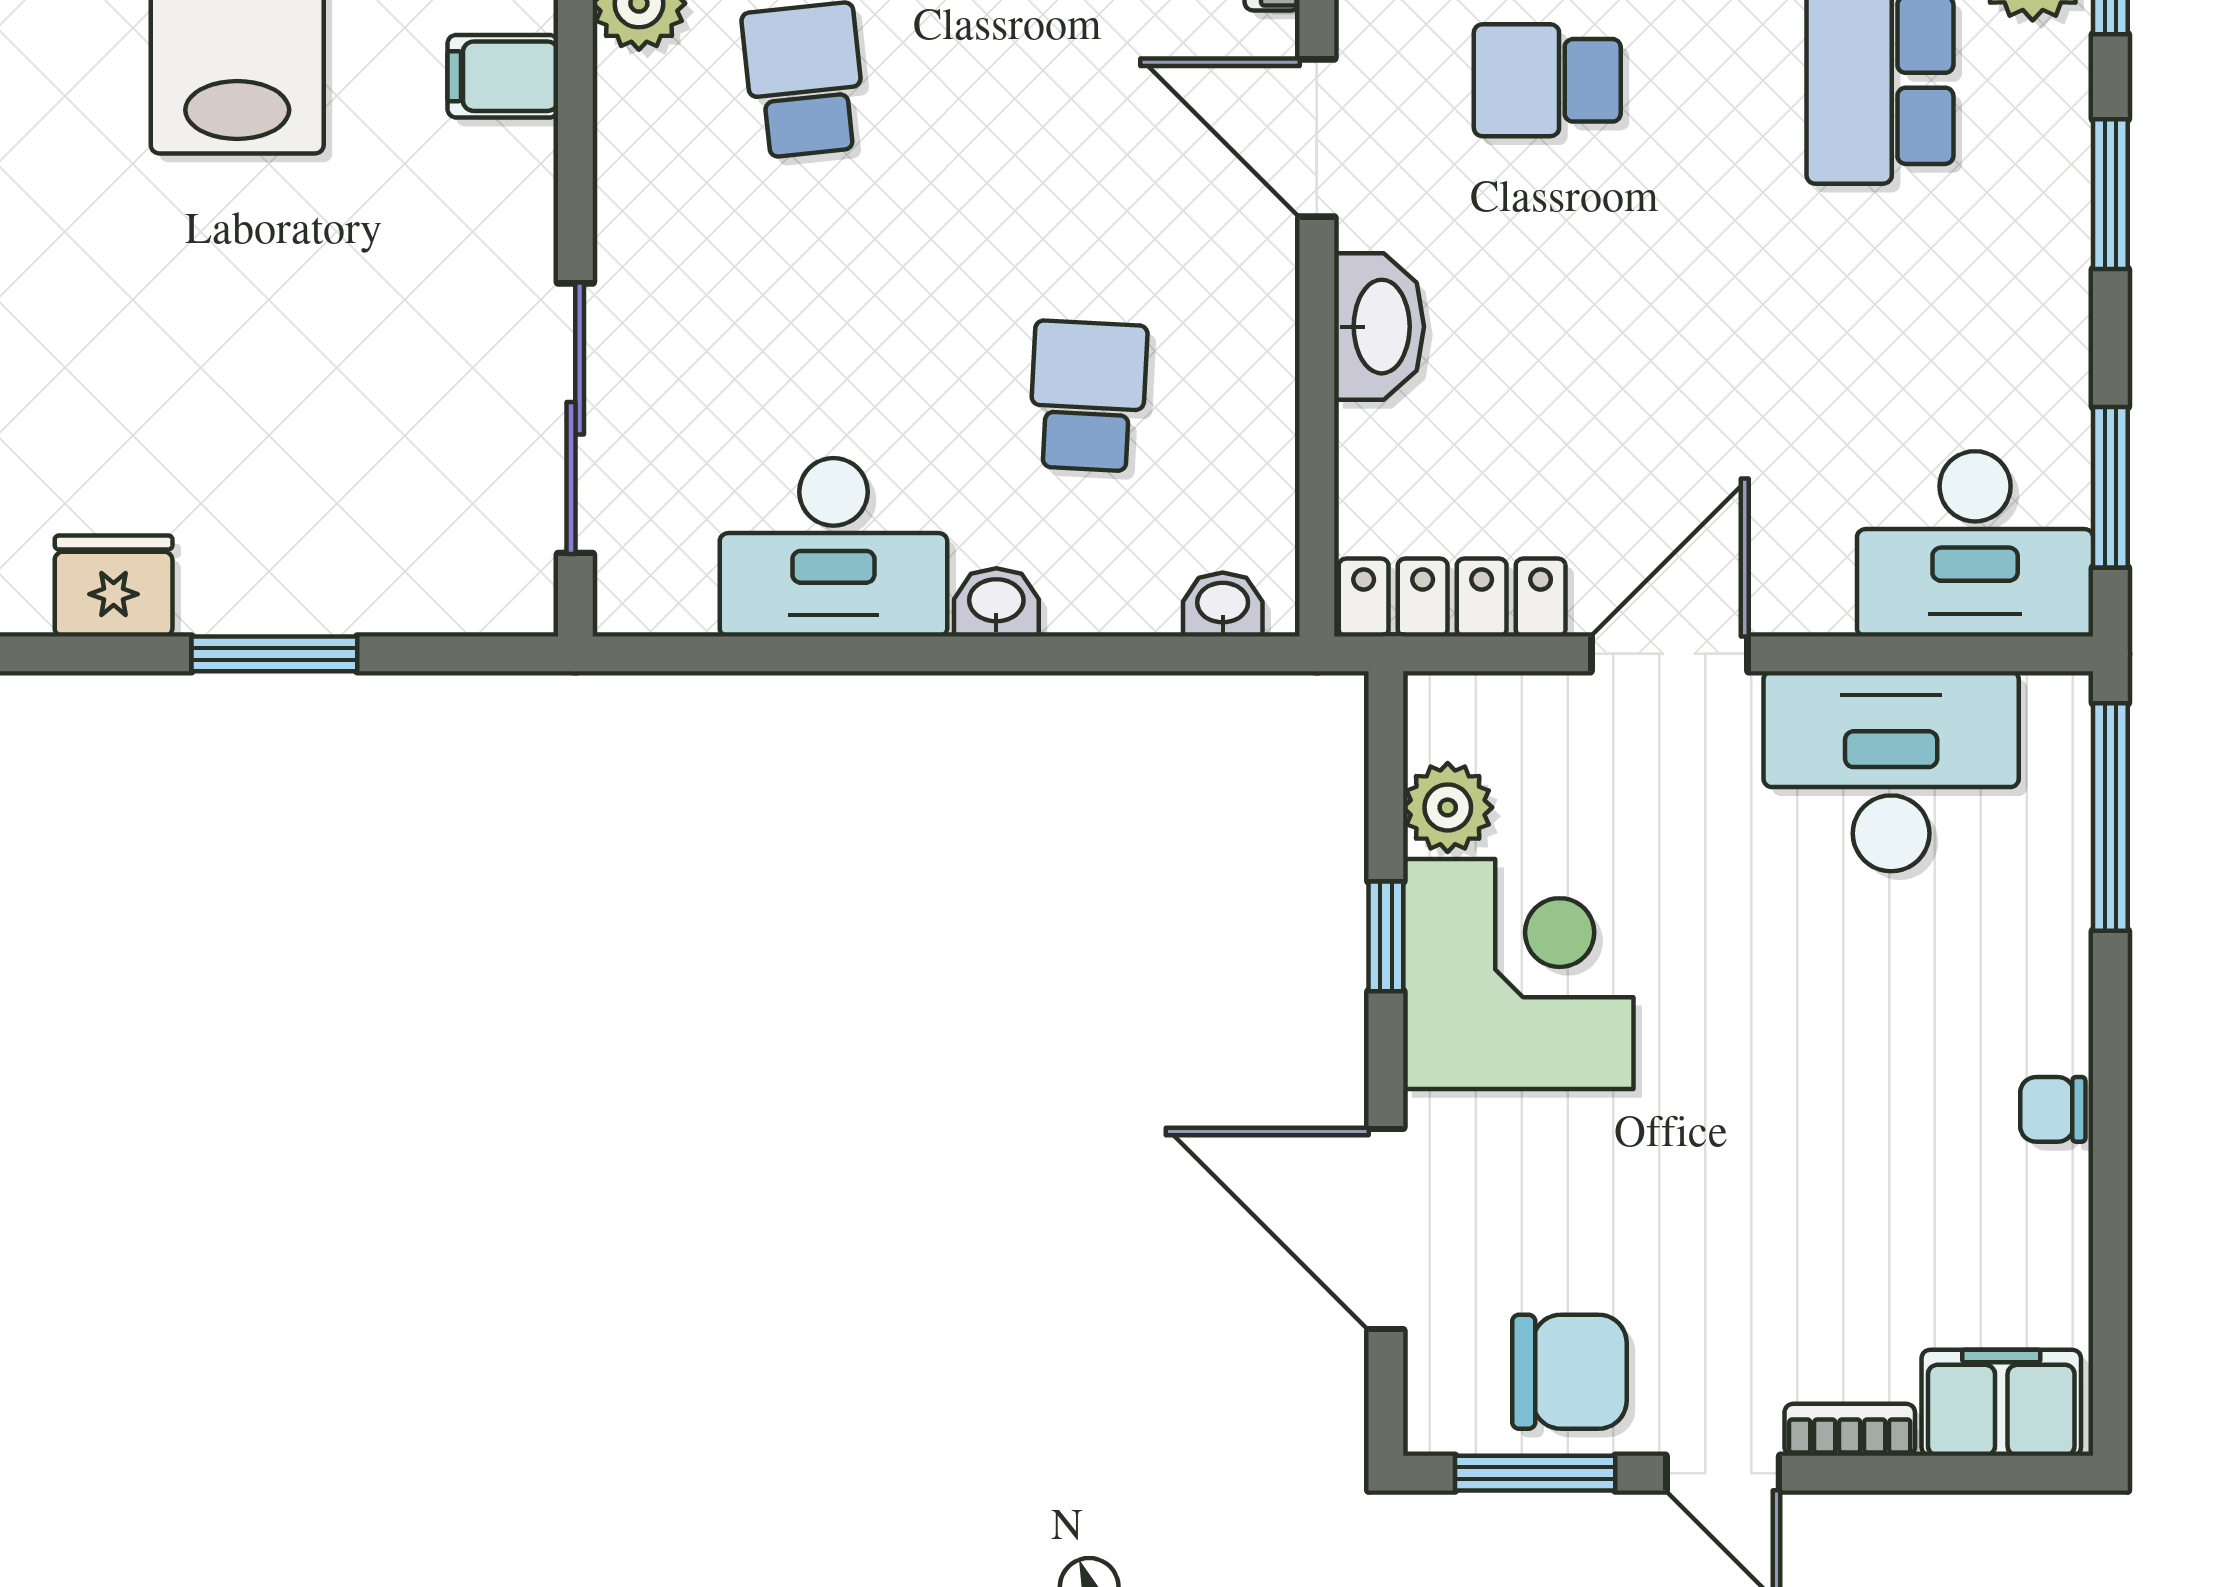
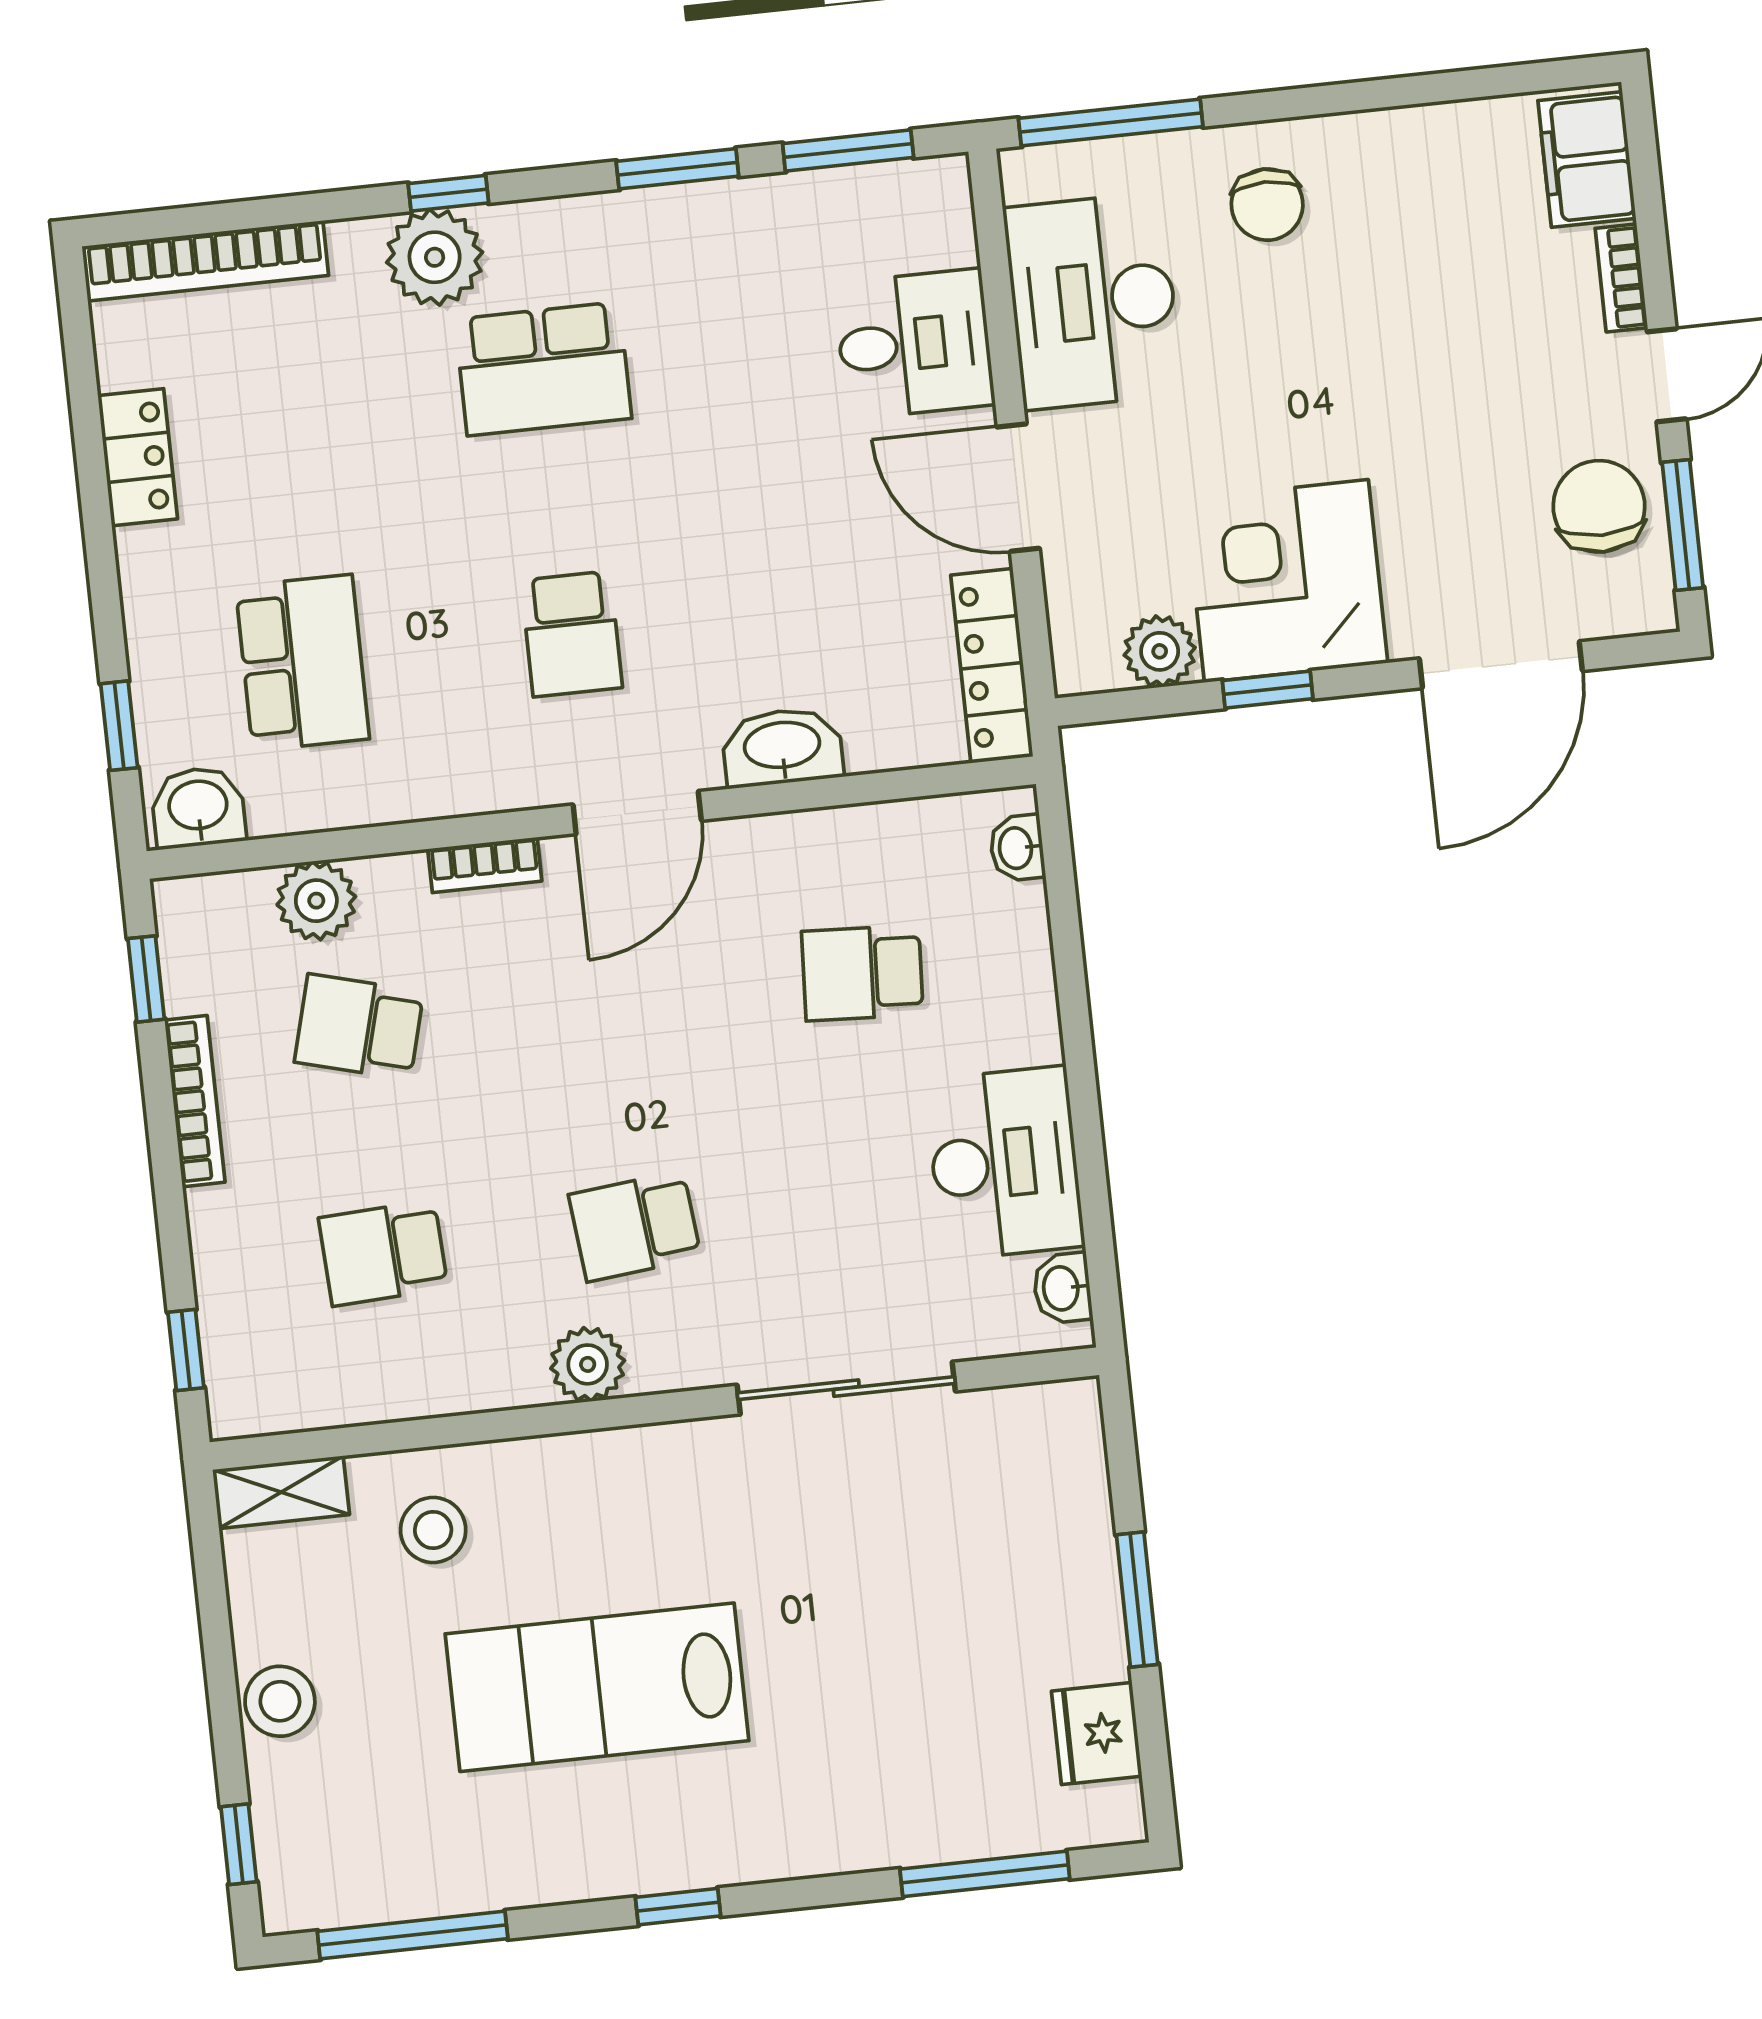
filing cabinet: (503, 76) -> (657, 1467), removed
window: (2110, 194) -> (677, 169), moved
sliding door: (575, 418) -> (846, 1388), moved
desk: (1975, 544) -> (914, 344), moved, width x0.73
washbasin: (996, 602) -> (1062, 1288), moved
chair: (2053, 1109) -> (1267, 205), moved, width x1.37, depth x1.37

